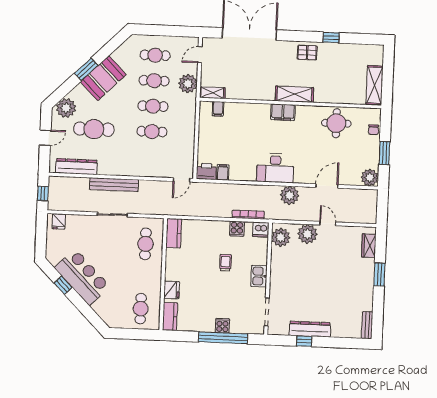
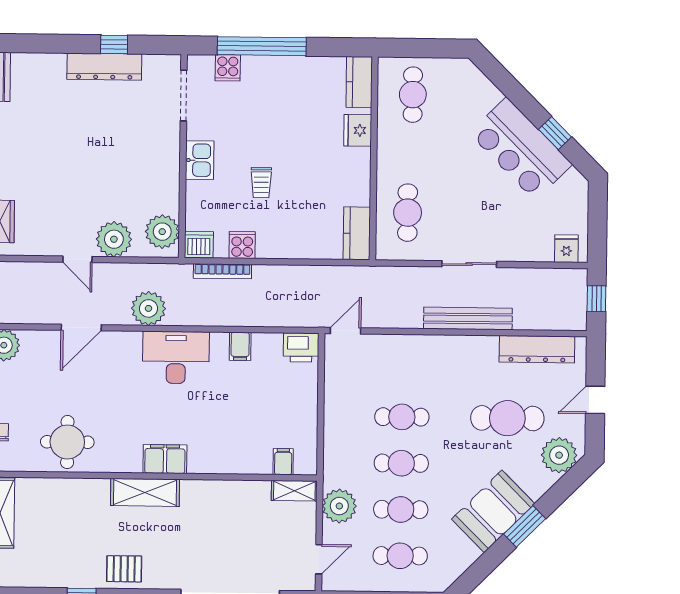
filing cabinet: (223, 172) -> (240, 346), moved
cooker: (222, 326) -> (228, 68), moved

